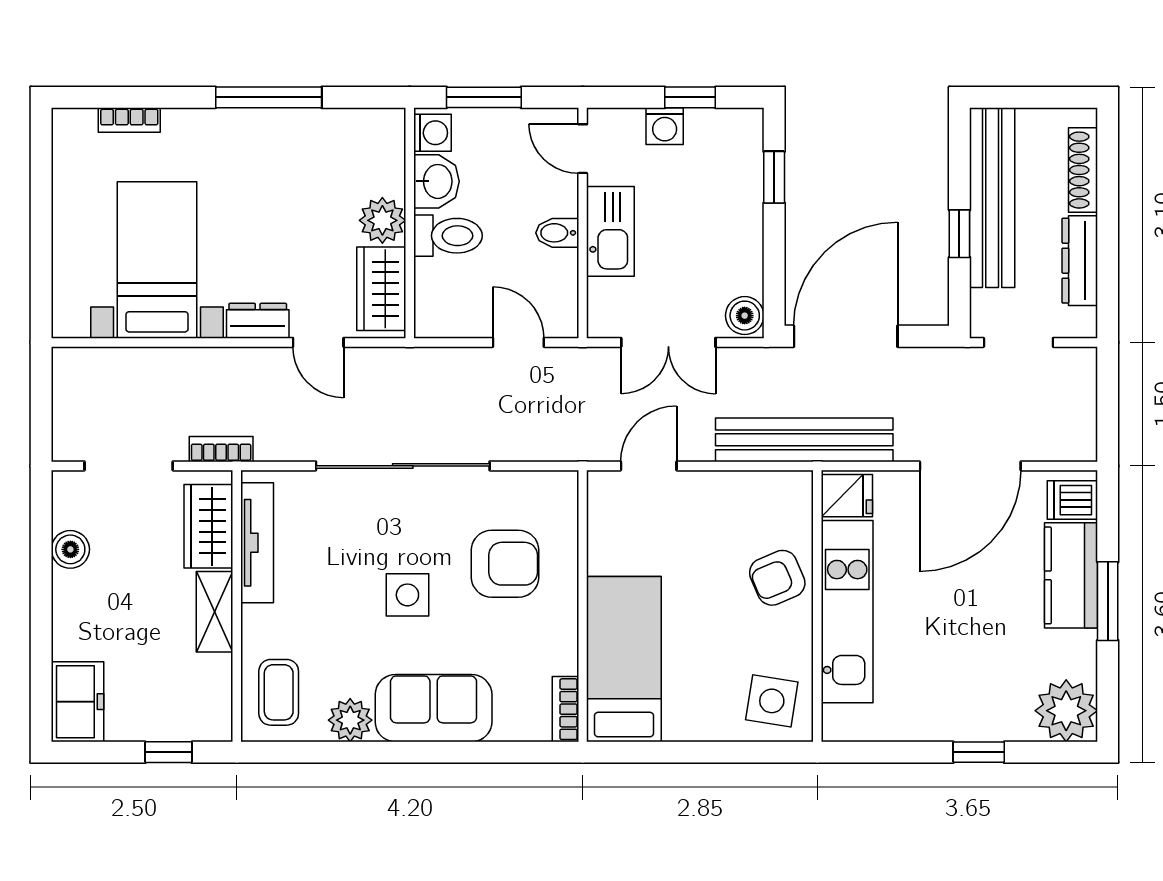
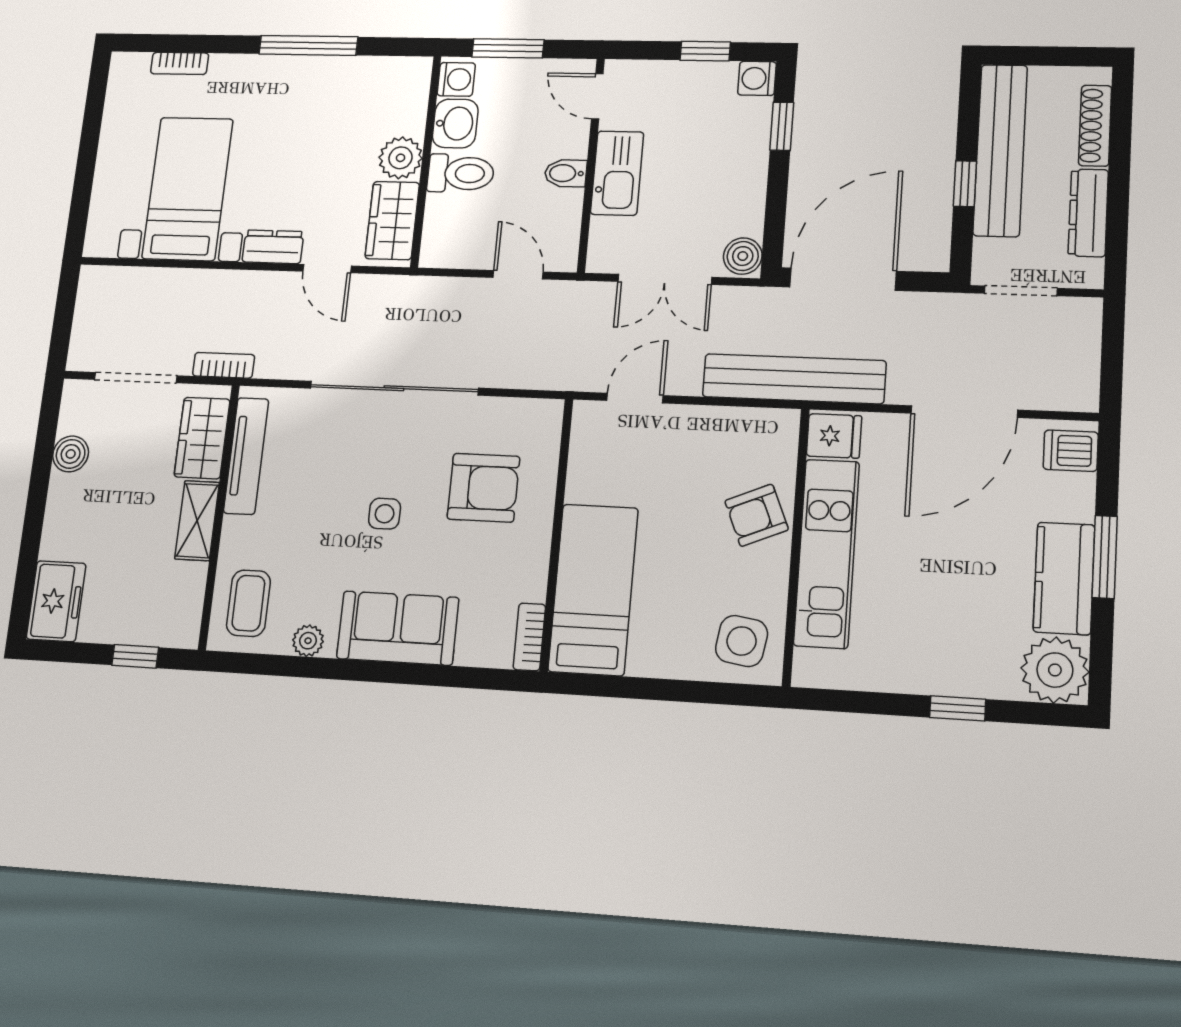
washing machine: (665, 126) -> (757, 78), moved, turned 90
kitchen counter: (1071, 575) -> (1064, 578), moved
side table: (407, 595) -> (385, 514), width x0.73, depth x0.73
plant: (350, 720) -> (308, 641), width x0.73, depth x0.73

